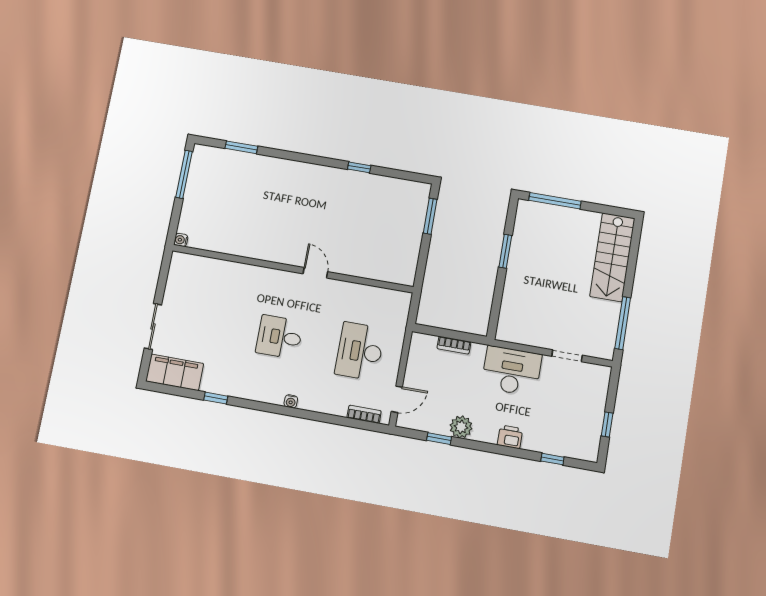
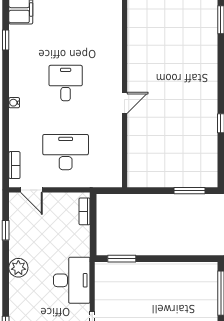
window: (505, 251) -> (122, 259), moved
bookcase: (454, 345) -> (84, 211), moved
plant: (461, 427) -> (18, 268), moved
printer: (510, 437) -> (18, 288), removed

